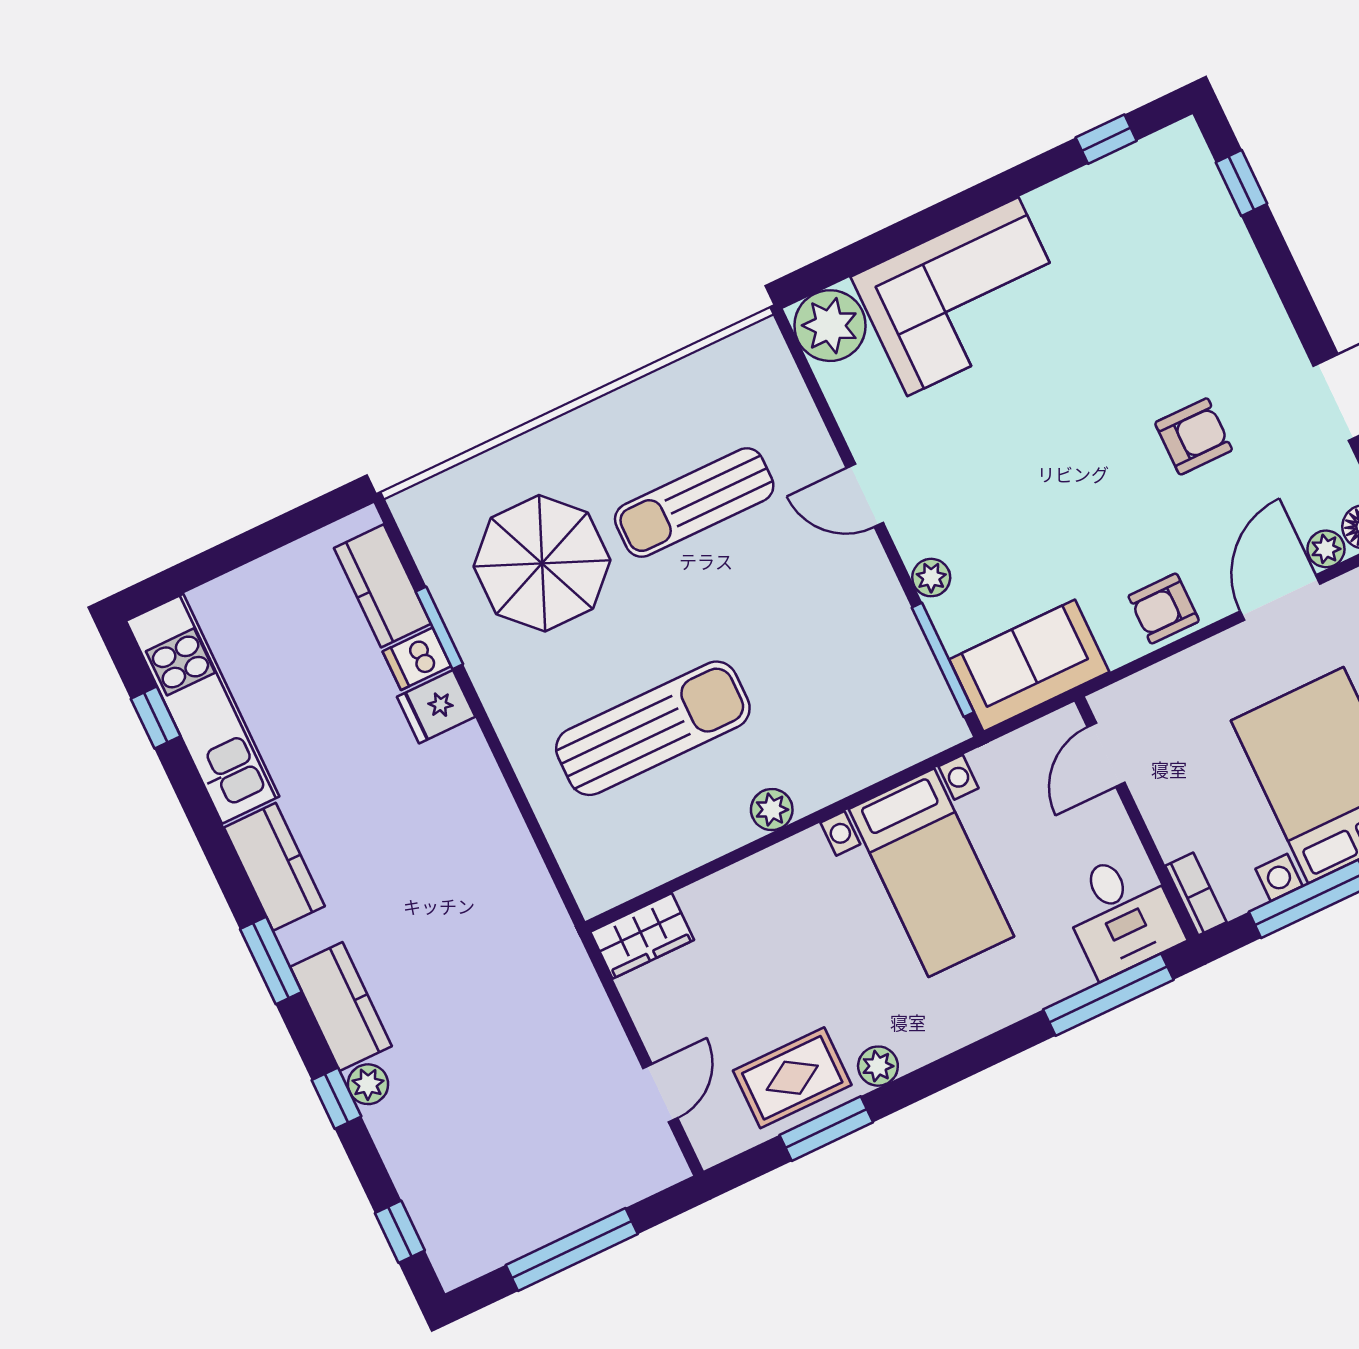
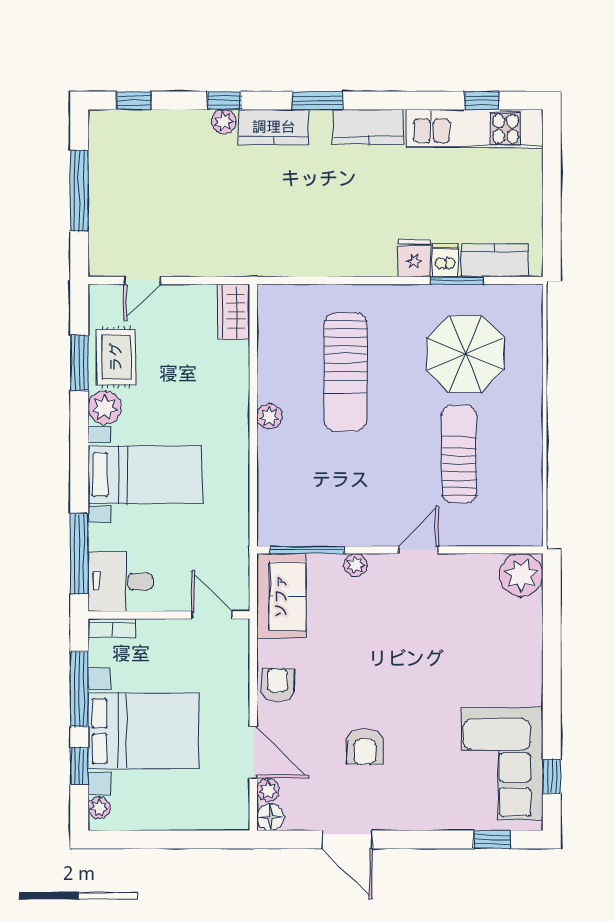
corner sofa: (963, 297) -> (502, 764), moved
bed with nightstands: (931, 873) -> (145, 475), moved, turned 180
plant: (878, 1066) -> (105, 408), width x1.38, depth x1.38
door: (660, 1093) -> (142, 280), hinge flipped

